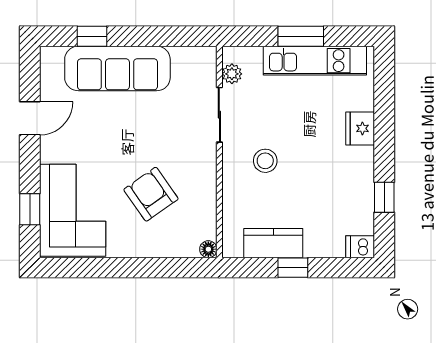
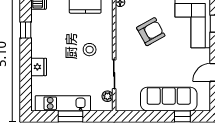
armchair: (151, 194) -> (151, 32), turned -84

